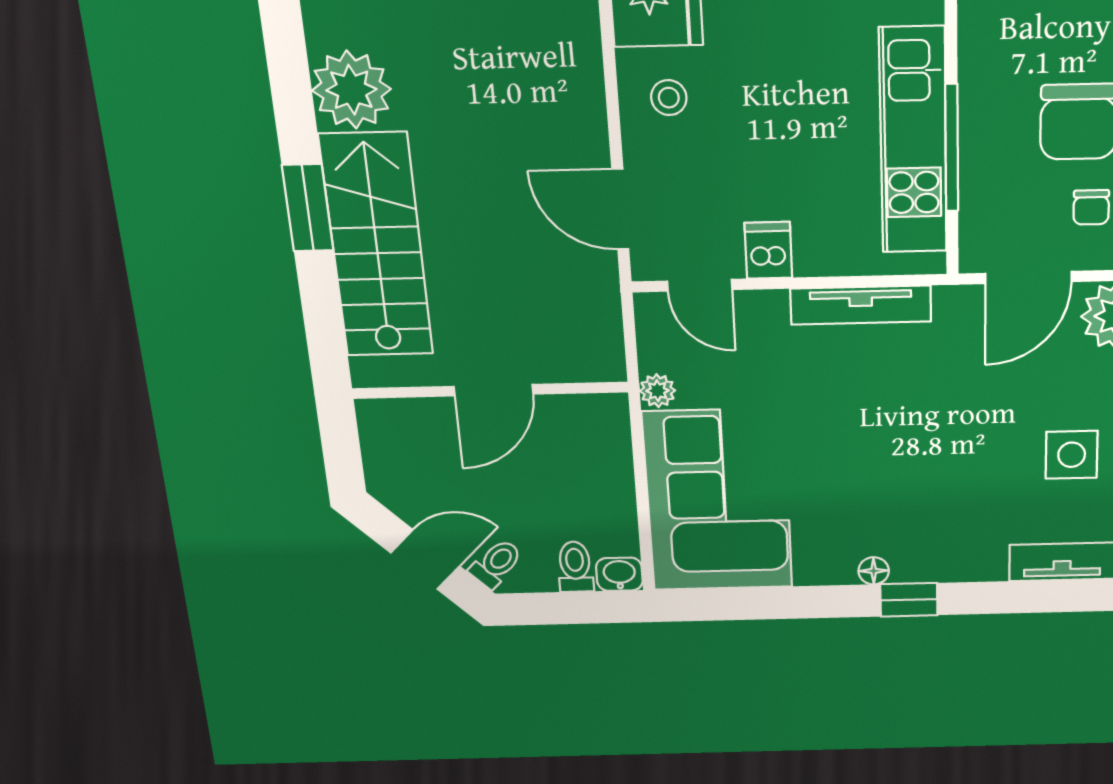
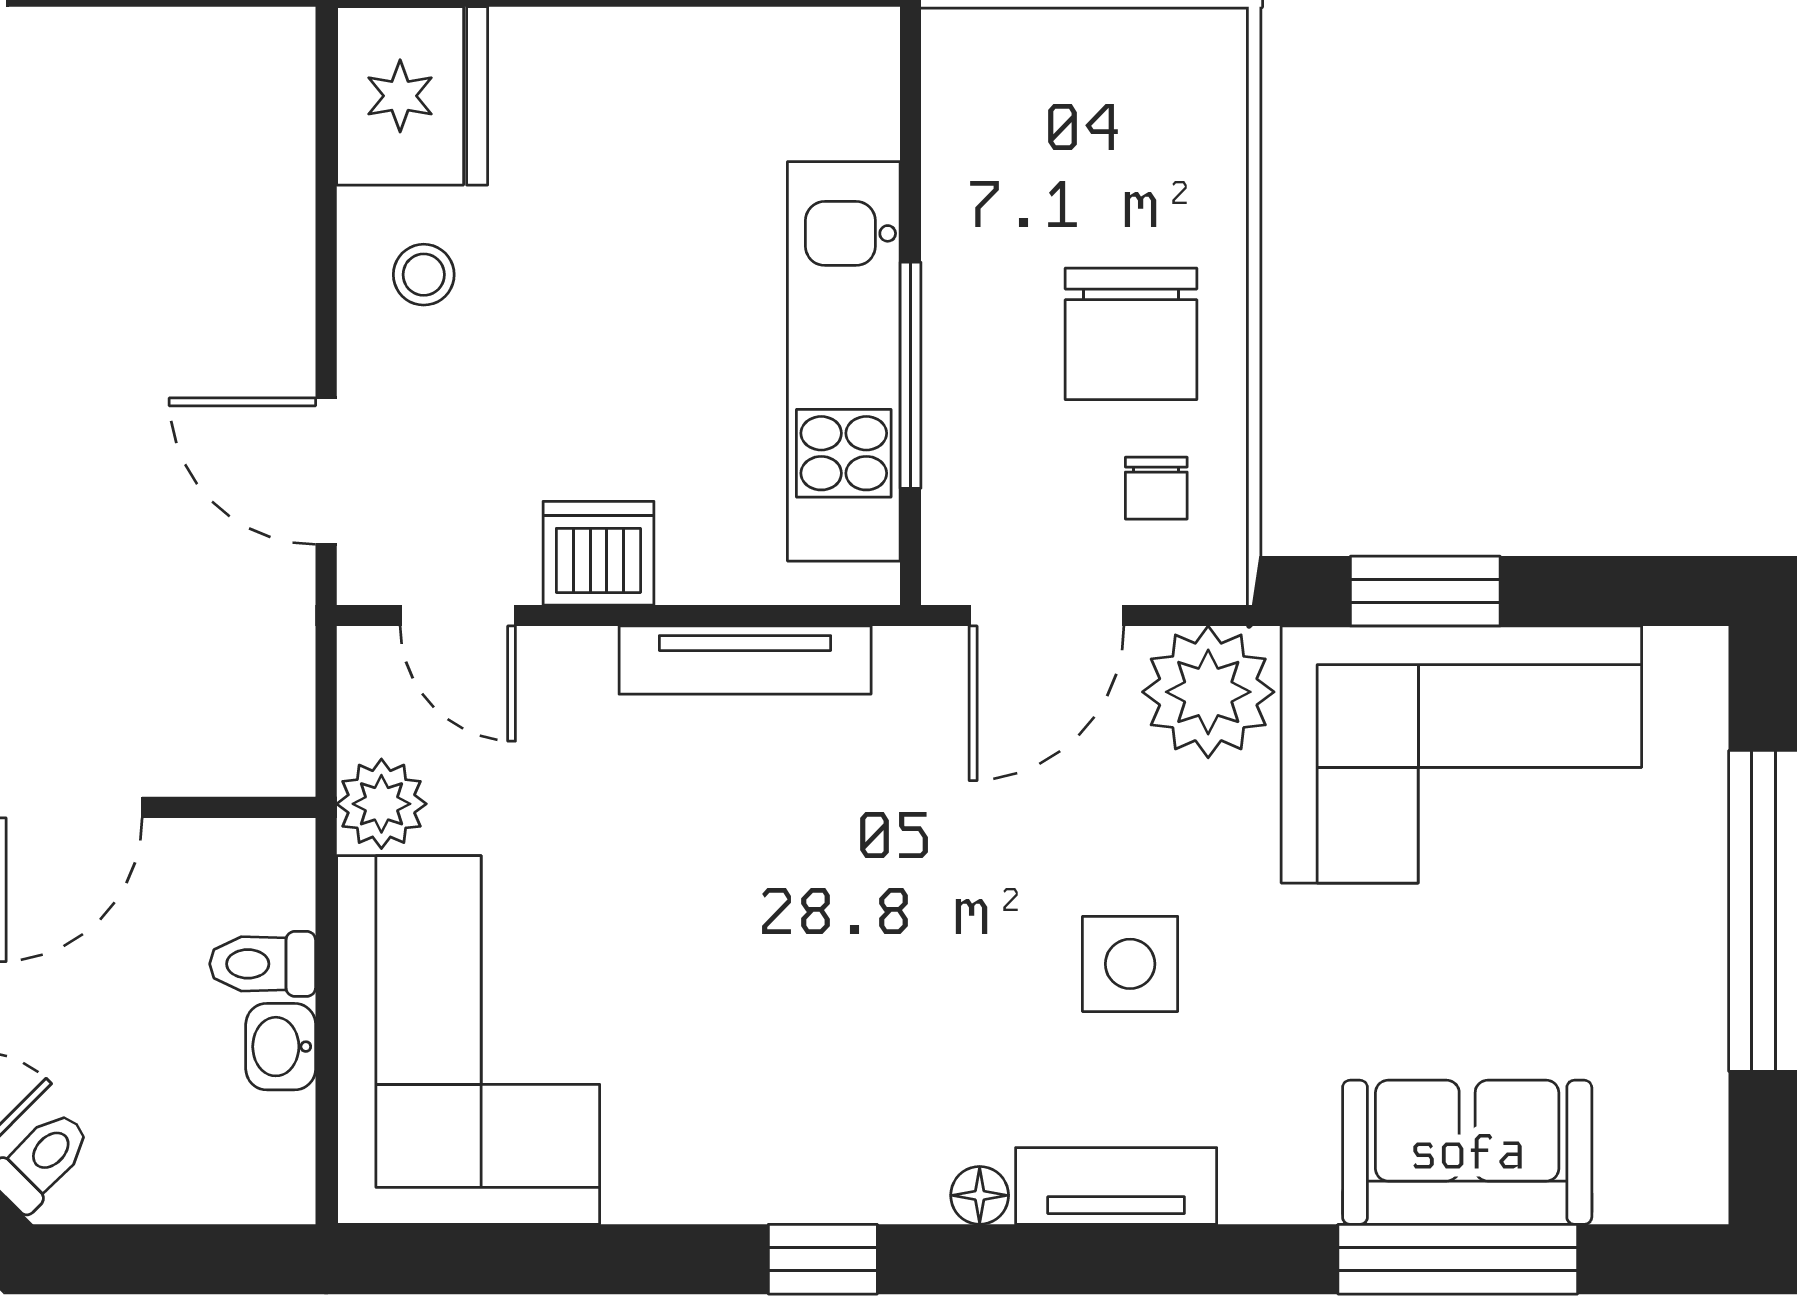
dishwasher: (768, 250) -> (598, 553), width x1.38
plant: (658, 391) -> (381, 804), width x1.38, depth x1.38
toilet: (575, 567) -> (263, 964), moved, turned -90
floor lamp: (874, 571) -> (980, 1195), moved
washbasin: (619, 574) -> (281, 1047), moved, turned -90

